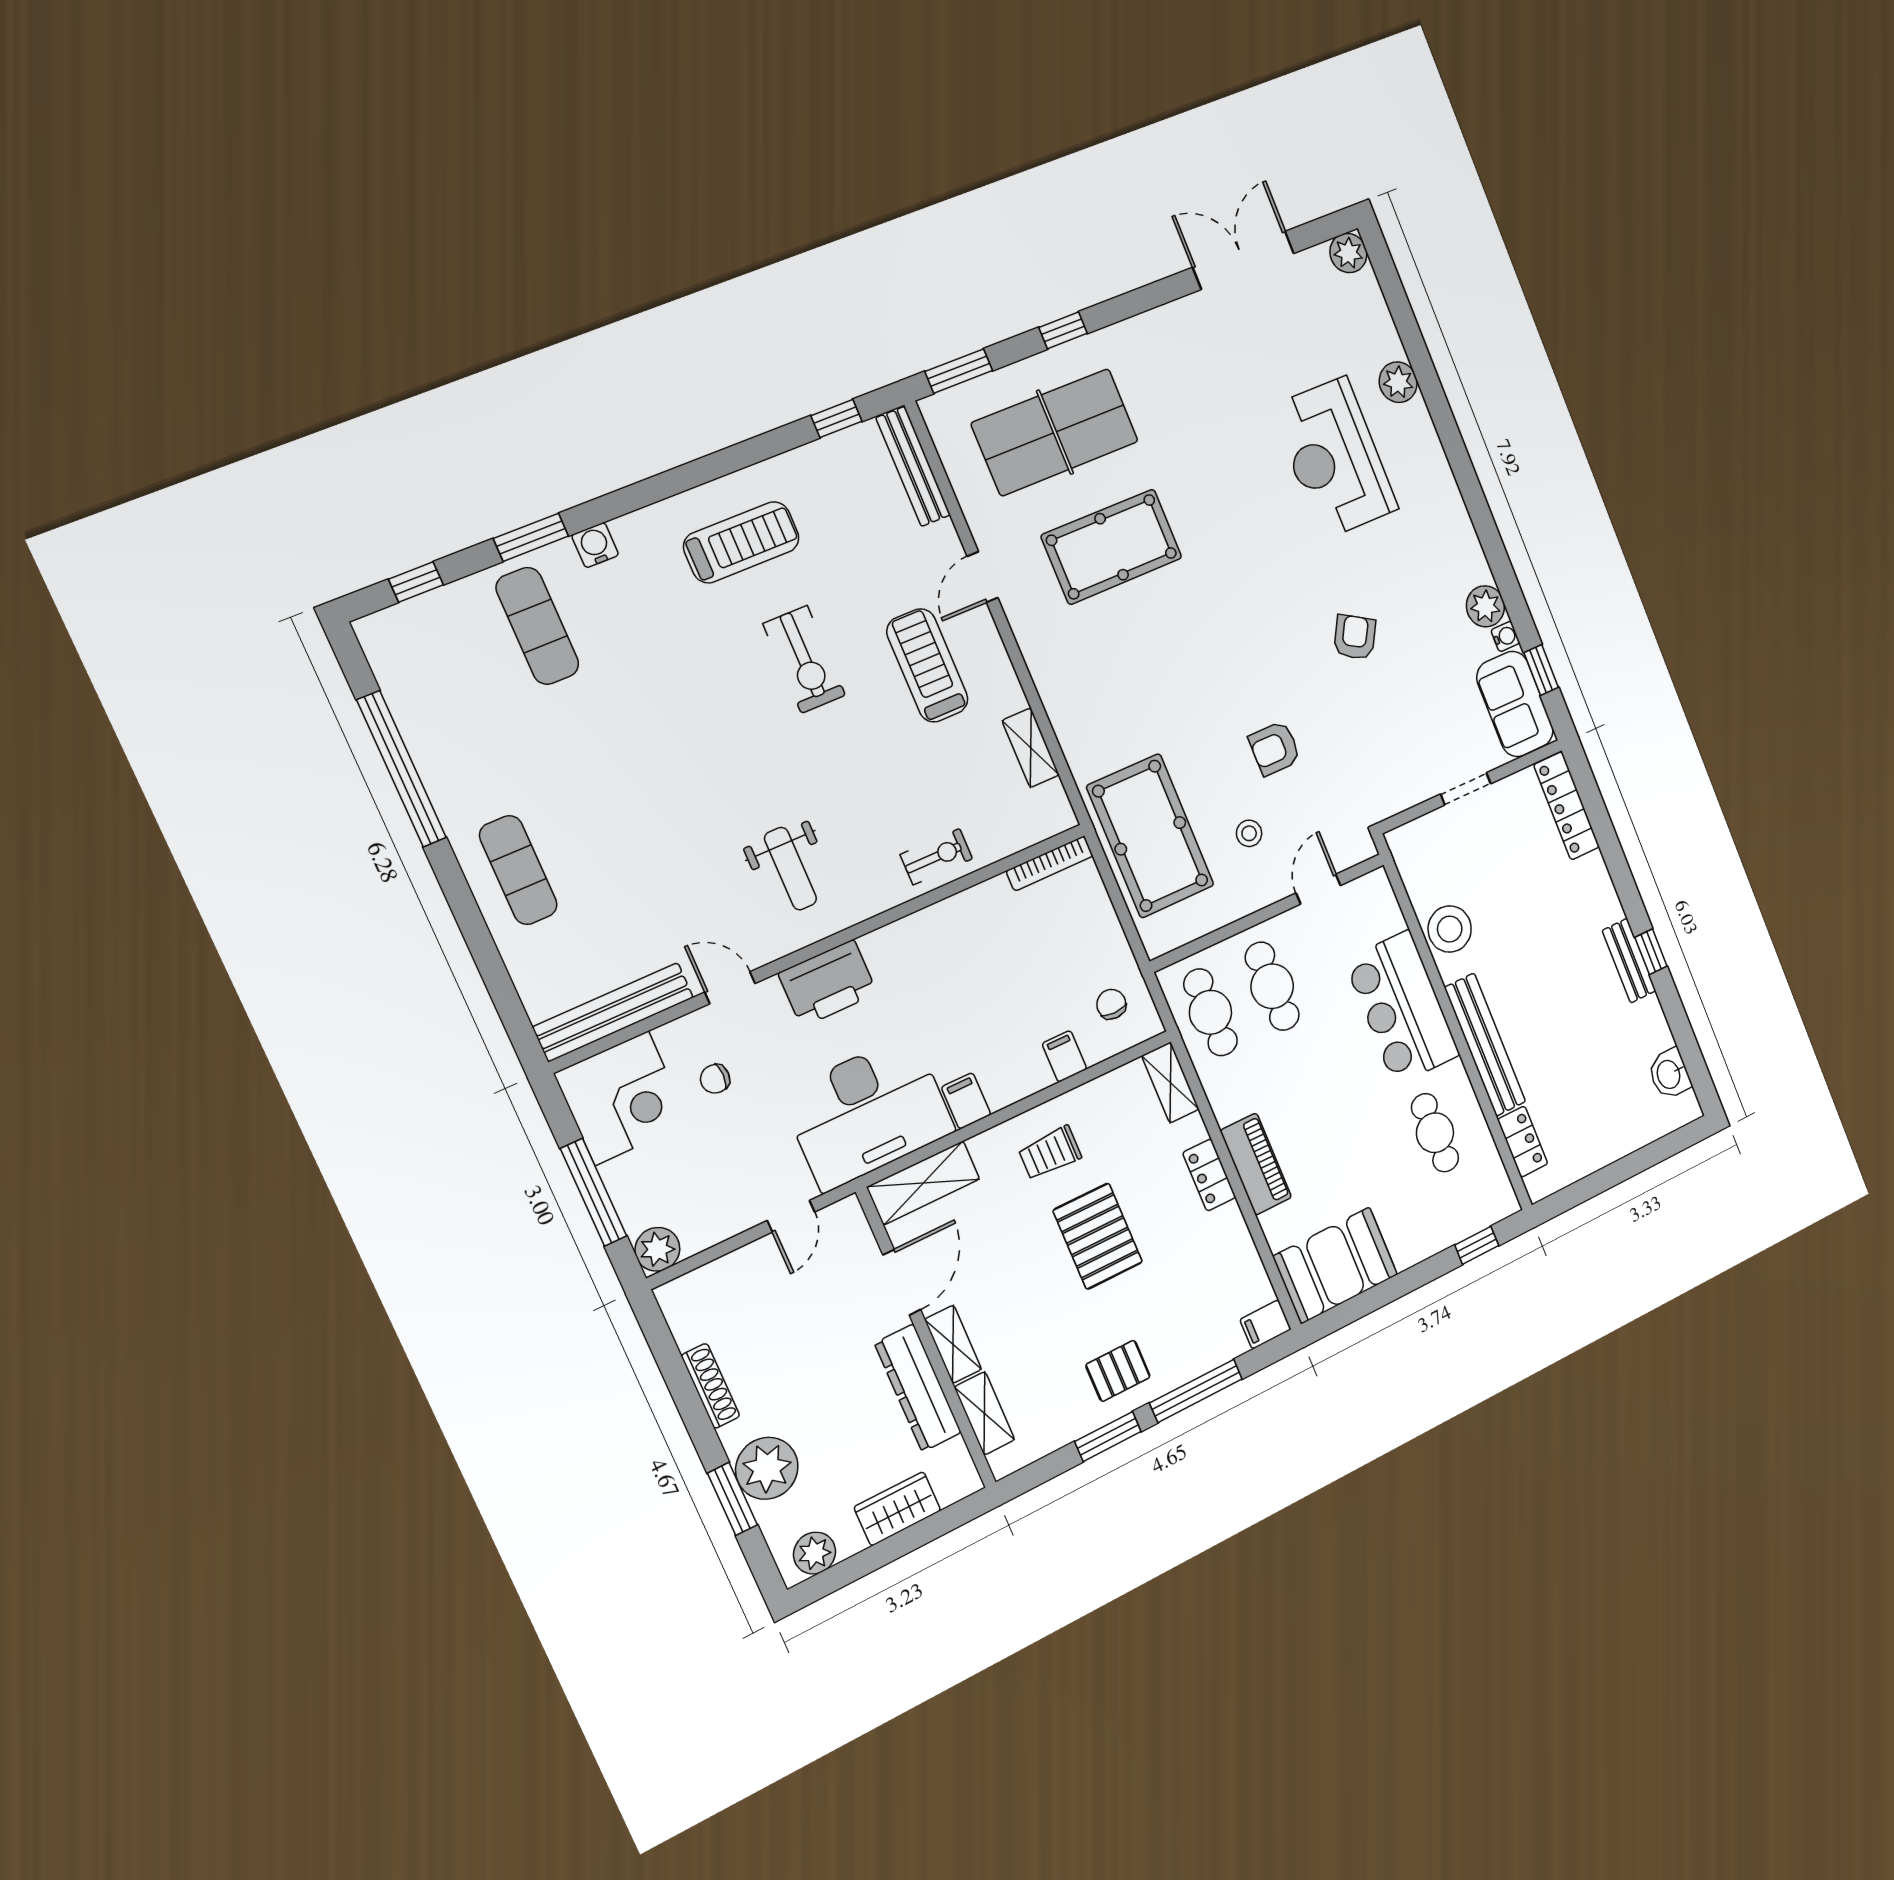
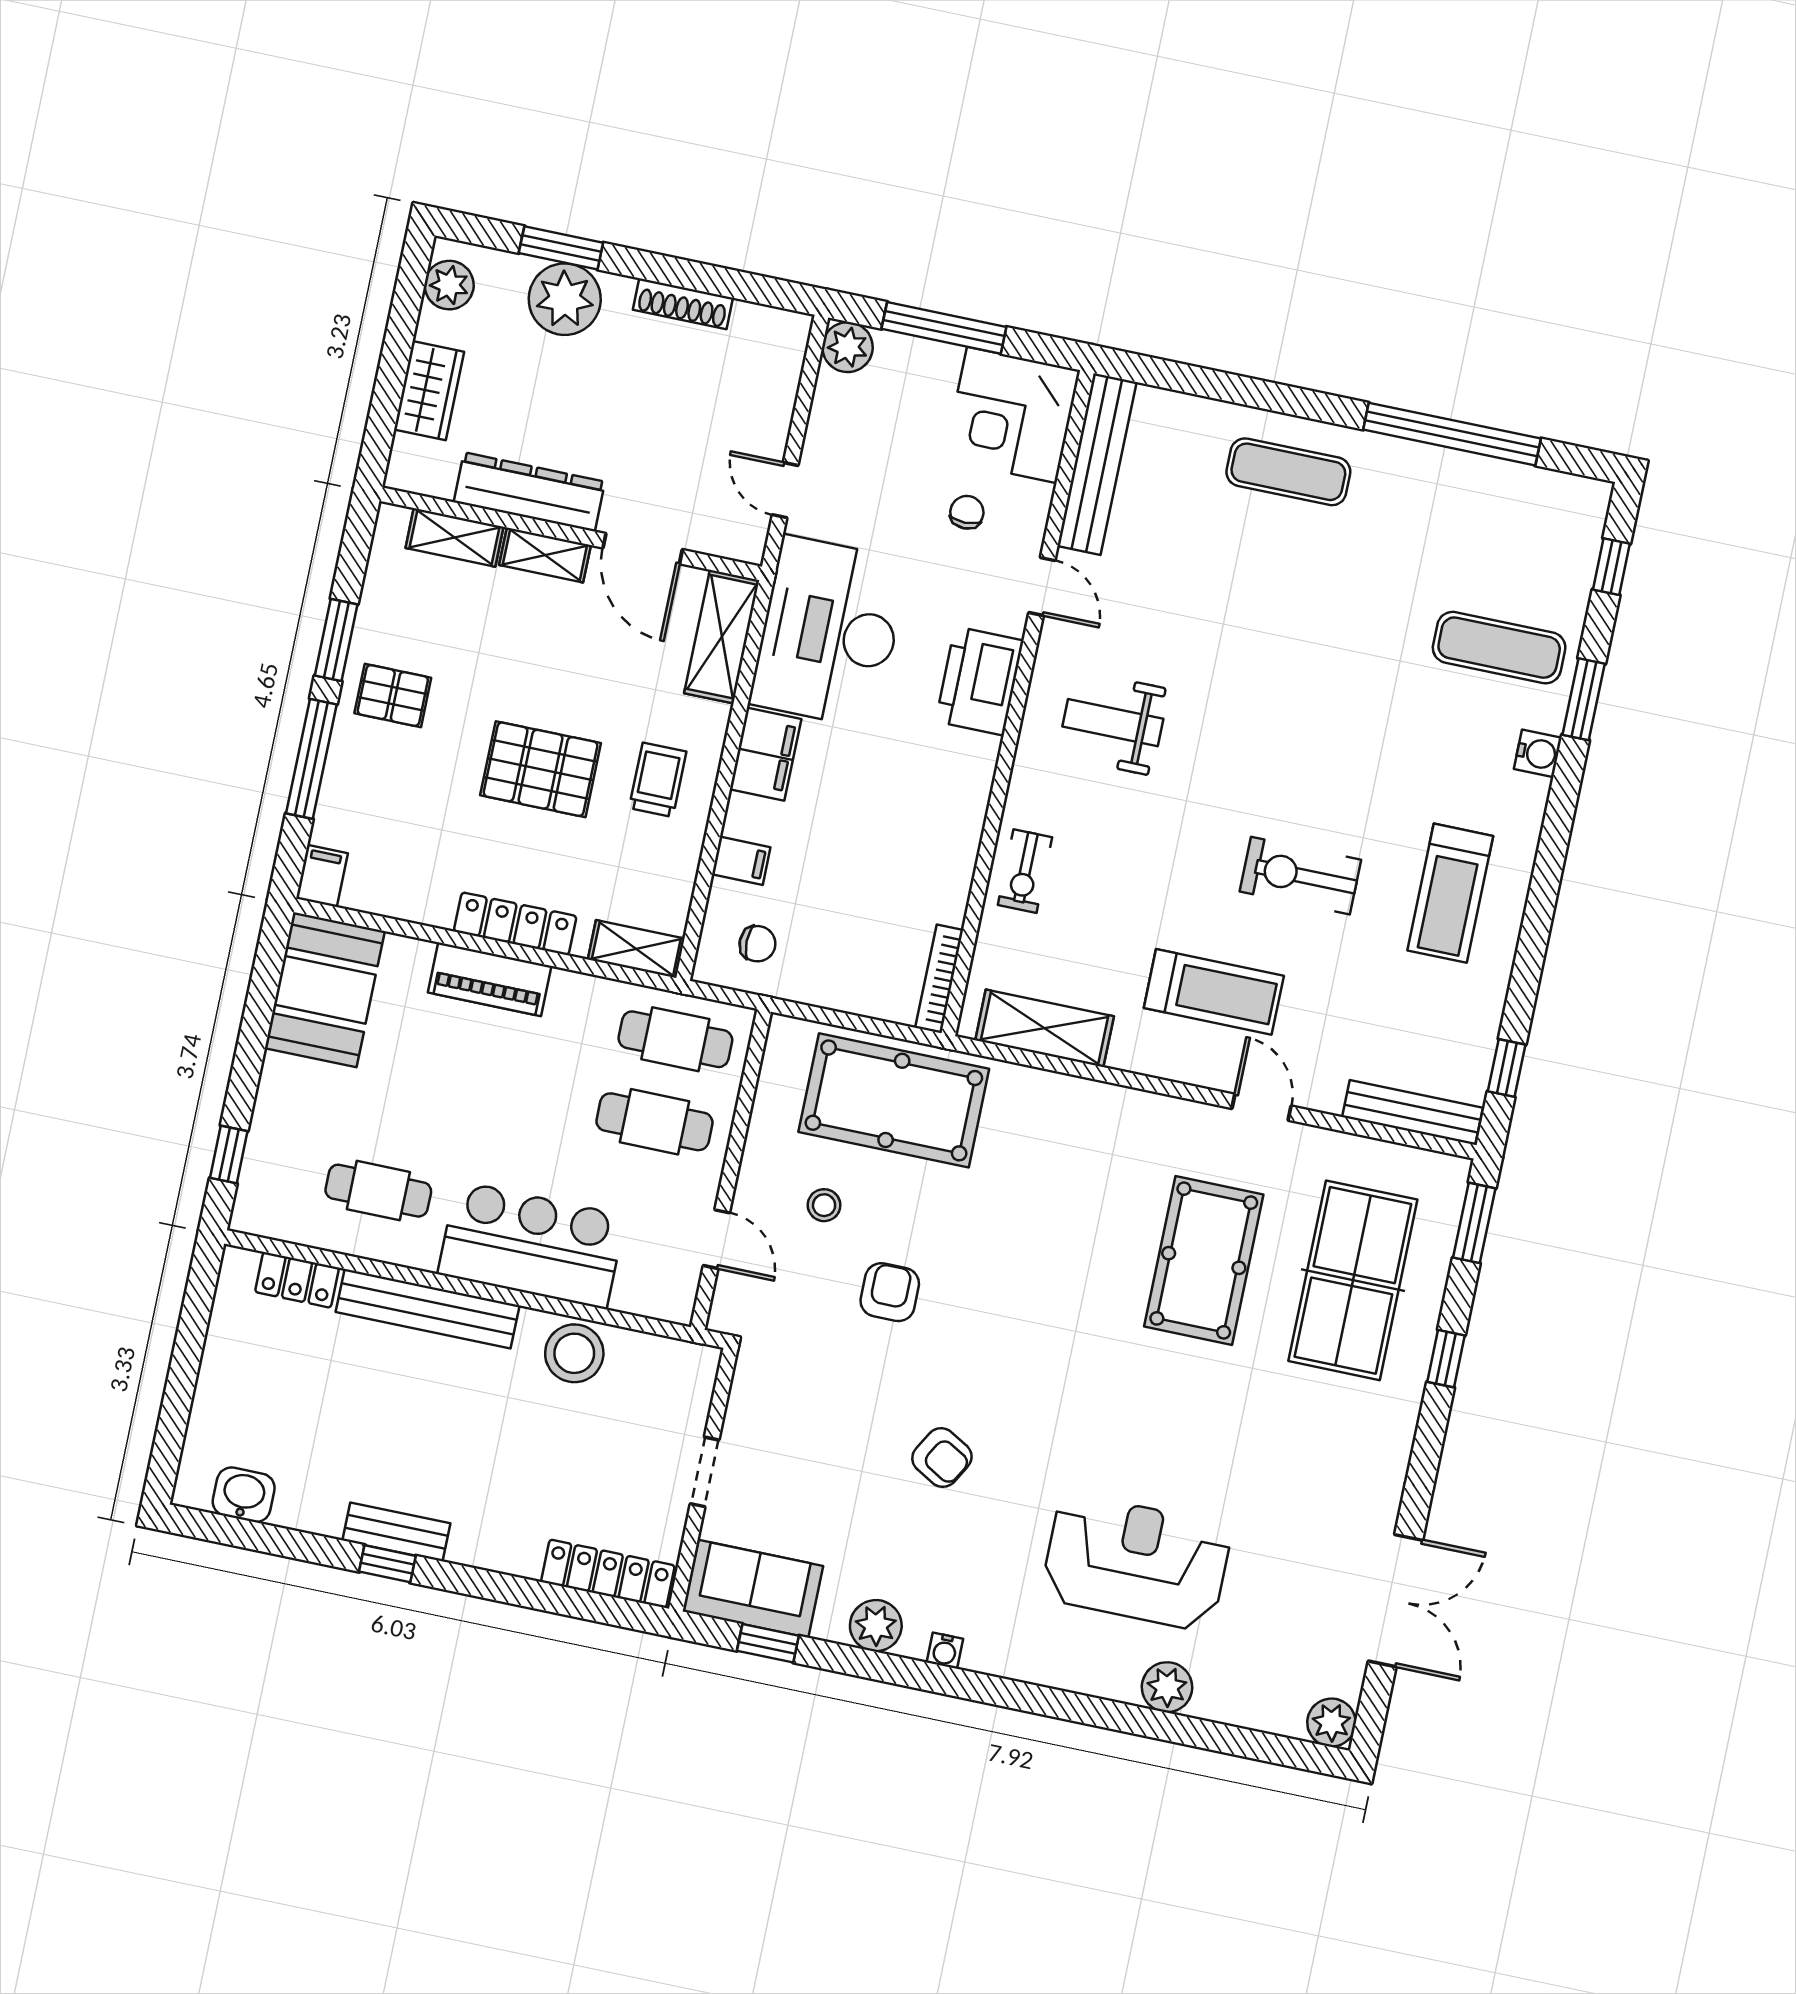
water cooler: (1505, 636) -> (945, 1651), moved
shelving: (1031, 748) -> (1045, 1028), width x1.50, depth x1.33
door: (730, 988) -> (1042, 587), hinge flipped
filing cabinet: (966, 1101) -> (765, 754), width x2.00
locker: (1209, 1175) -> (515, 924), width x1.53
pallet: (1118, 1371) -> (393, 696), turned 90

